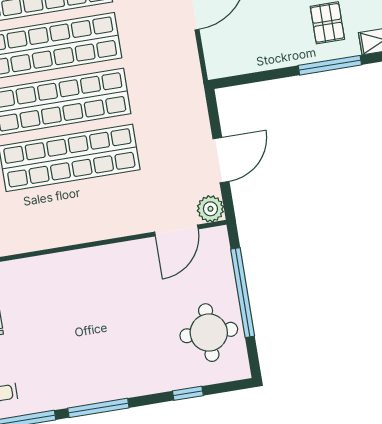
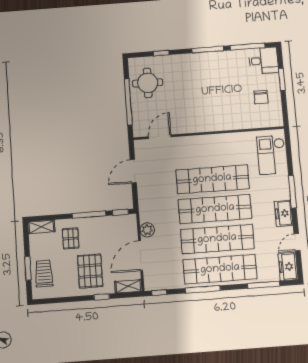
window: (330, 65) -> (89, 215), moved
window: (238, 80) -> (120, 212), added
plant: (210, 209) -> (147, 230), moved

